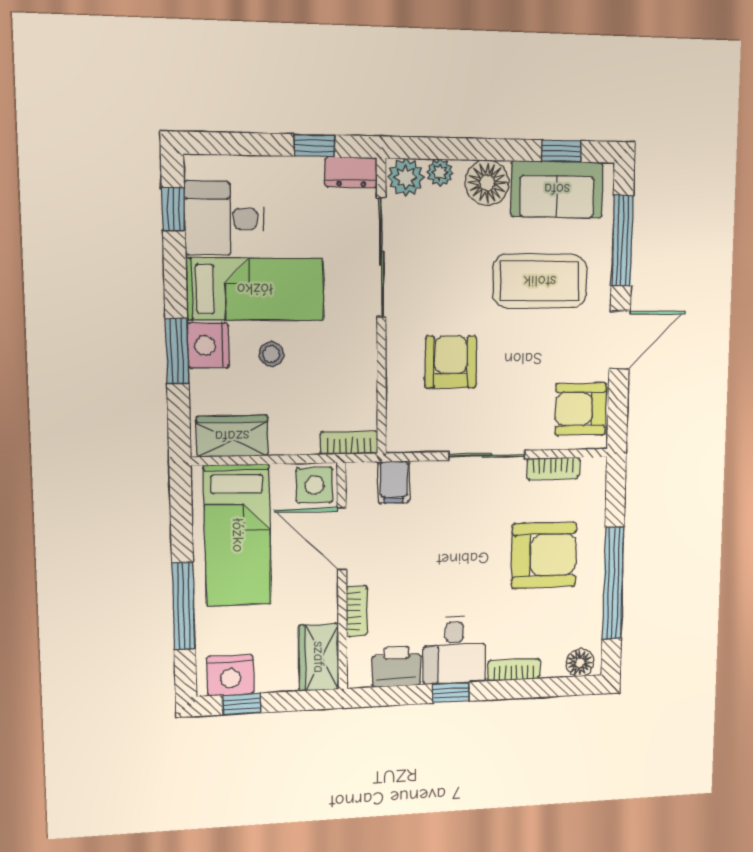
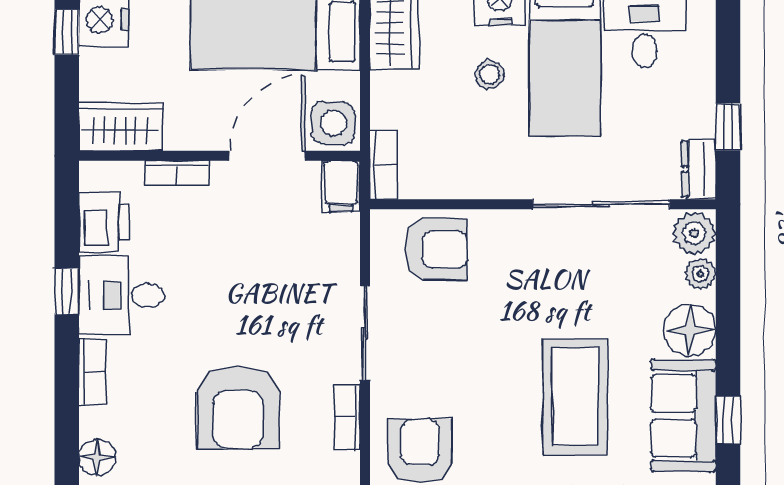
armchair: (451, 362) -> (436, 249), moved
filing cabinet: (394, 482) -> (341, 186), moved, turned -90

